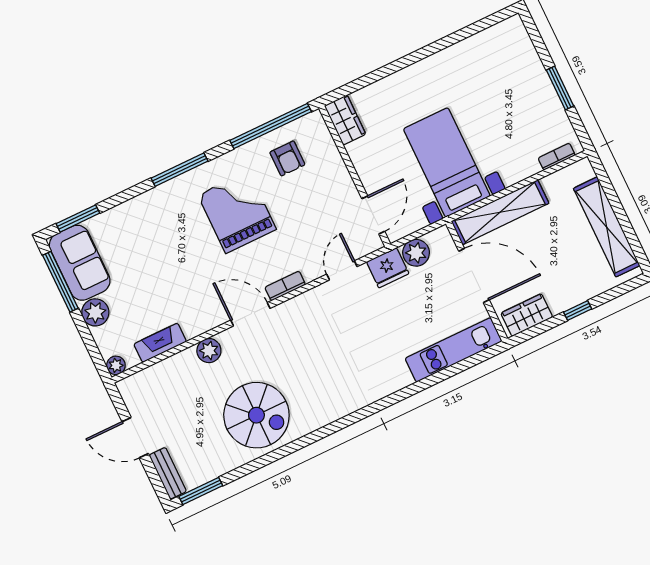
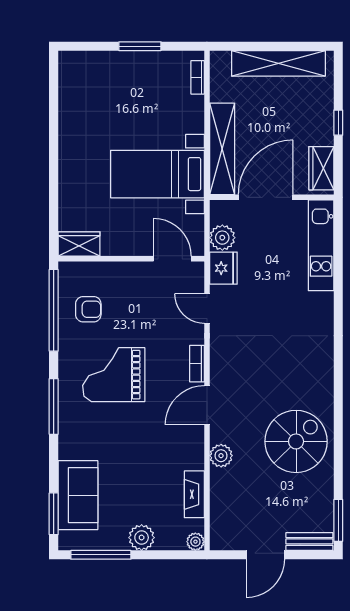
sofa: (80, 263) -> (78, 495), moved, turned 90

